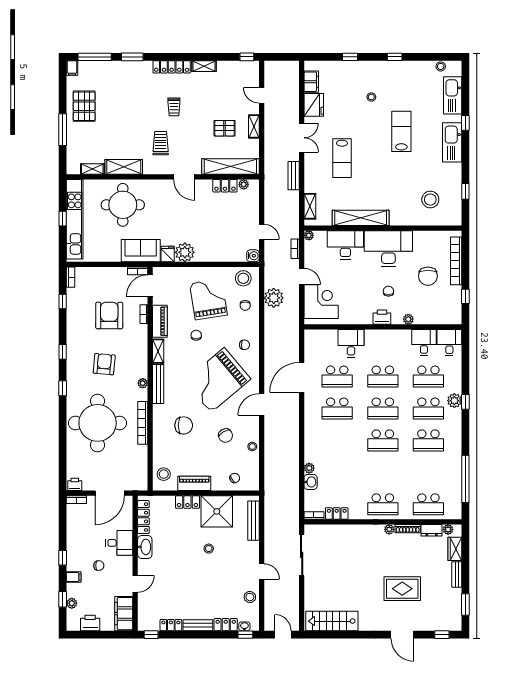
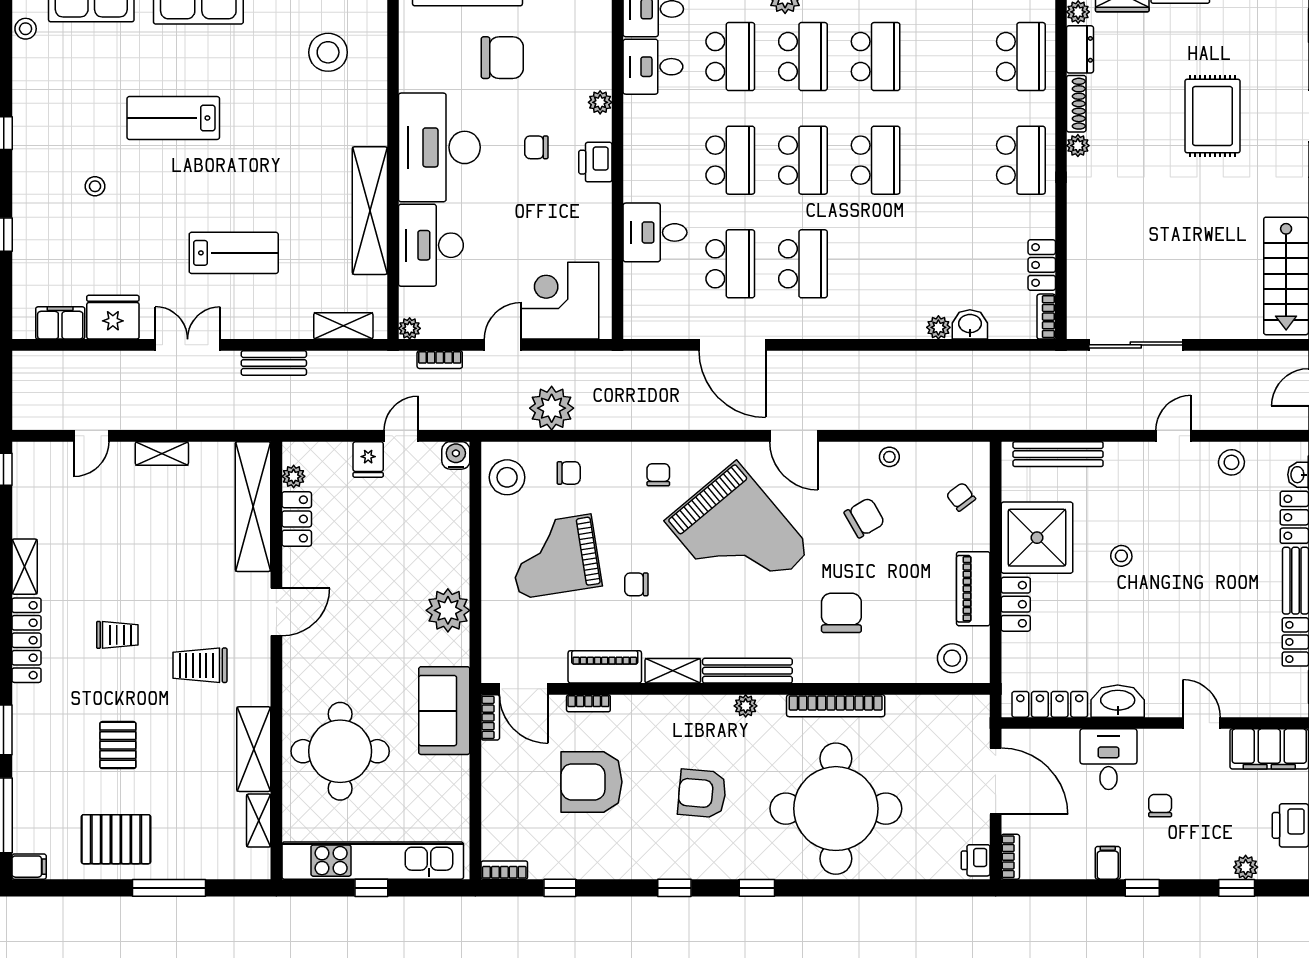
pallet: (225, 128) -> (118, 745), moved
fridge: (168, 254) -> (368, 459), moved, turned -90
filing cabinet: (74, 577) -> (1108, 863), moved

